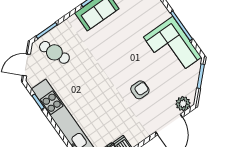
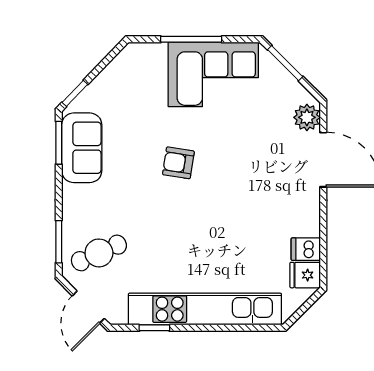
armchair: (140, 90) -> (178, 163), moved, turned -81

